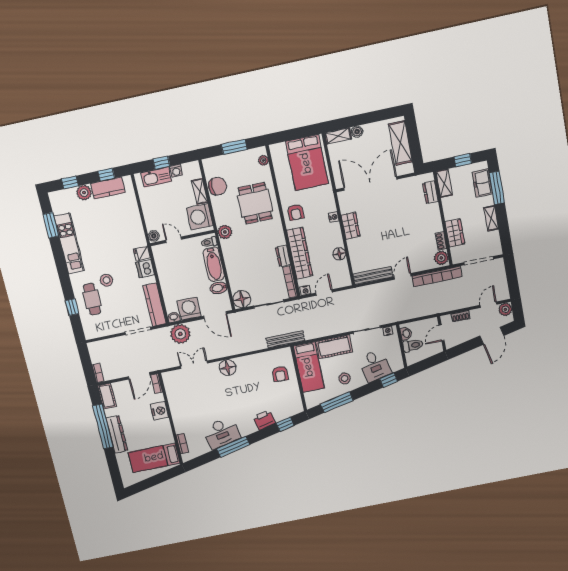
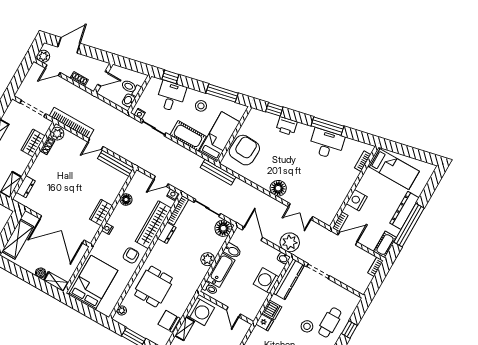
plant: (225, 232) -> (208, 259), moved
boiler: (154, 236) -> (245, 327), removed
washing machine: (189, 309) -> (266, 280), moved, turned 90
armchair: (280, 374) -> (244, 150), width x1.88, depth x1.88

